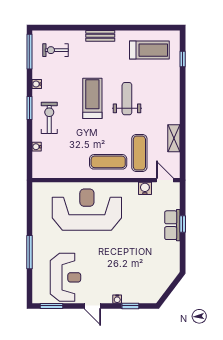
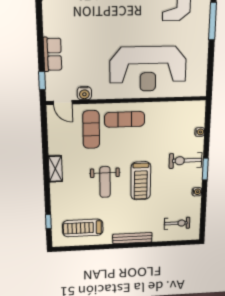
bench: (100, 36) -> (132, 238), width x1.36
window: (29, 52) -> (203, 221), removed
exercise bike: (49, 118) -> (186, 161), turned 90
shelving: (174, 138) -> (55, 169), moved
window: (183, 224) -> (42, 81), moved

